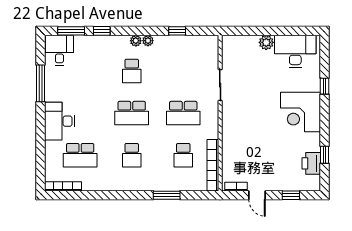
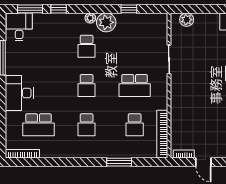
plant: (148, 41) -> (106, 22), width x1.88, depth x1.88
plant: (266, 42) -> (187, 20), moved
school desk: (132, 113) -> (87, 85), width x0.54

